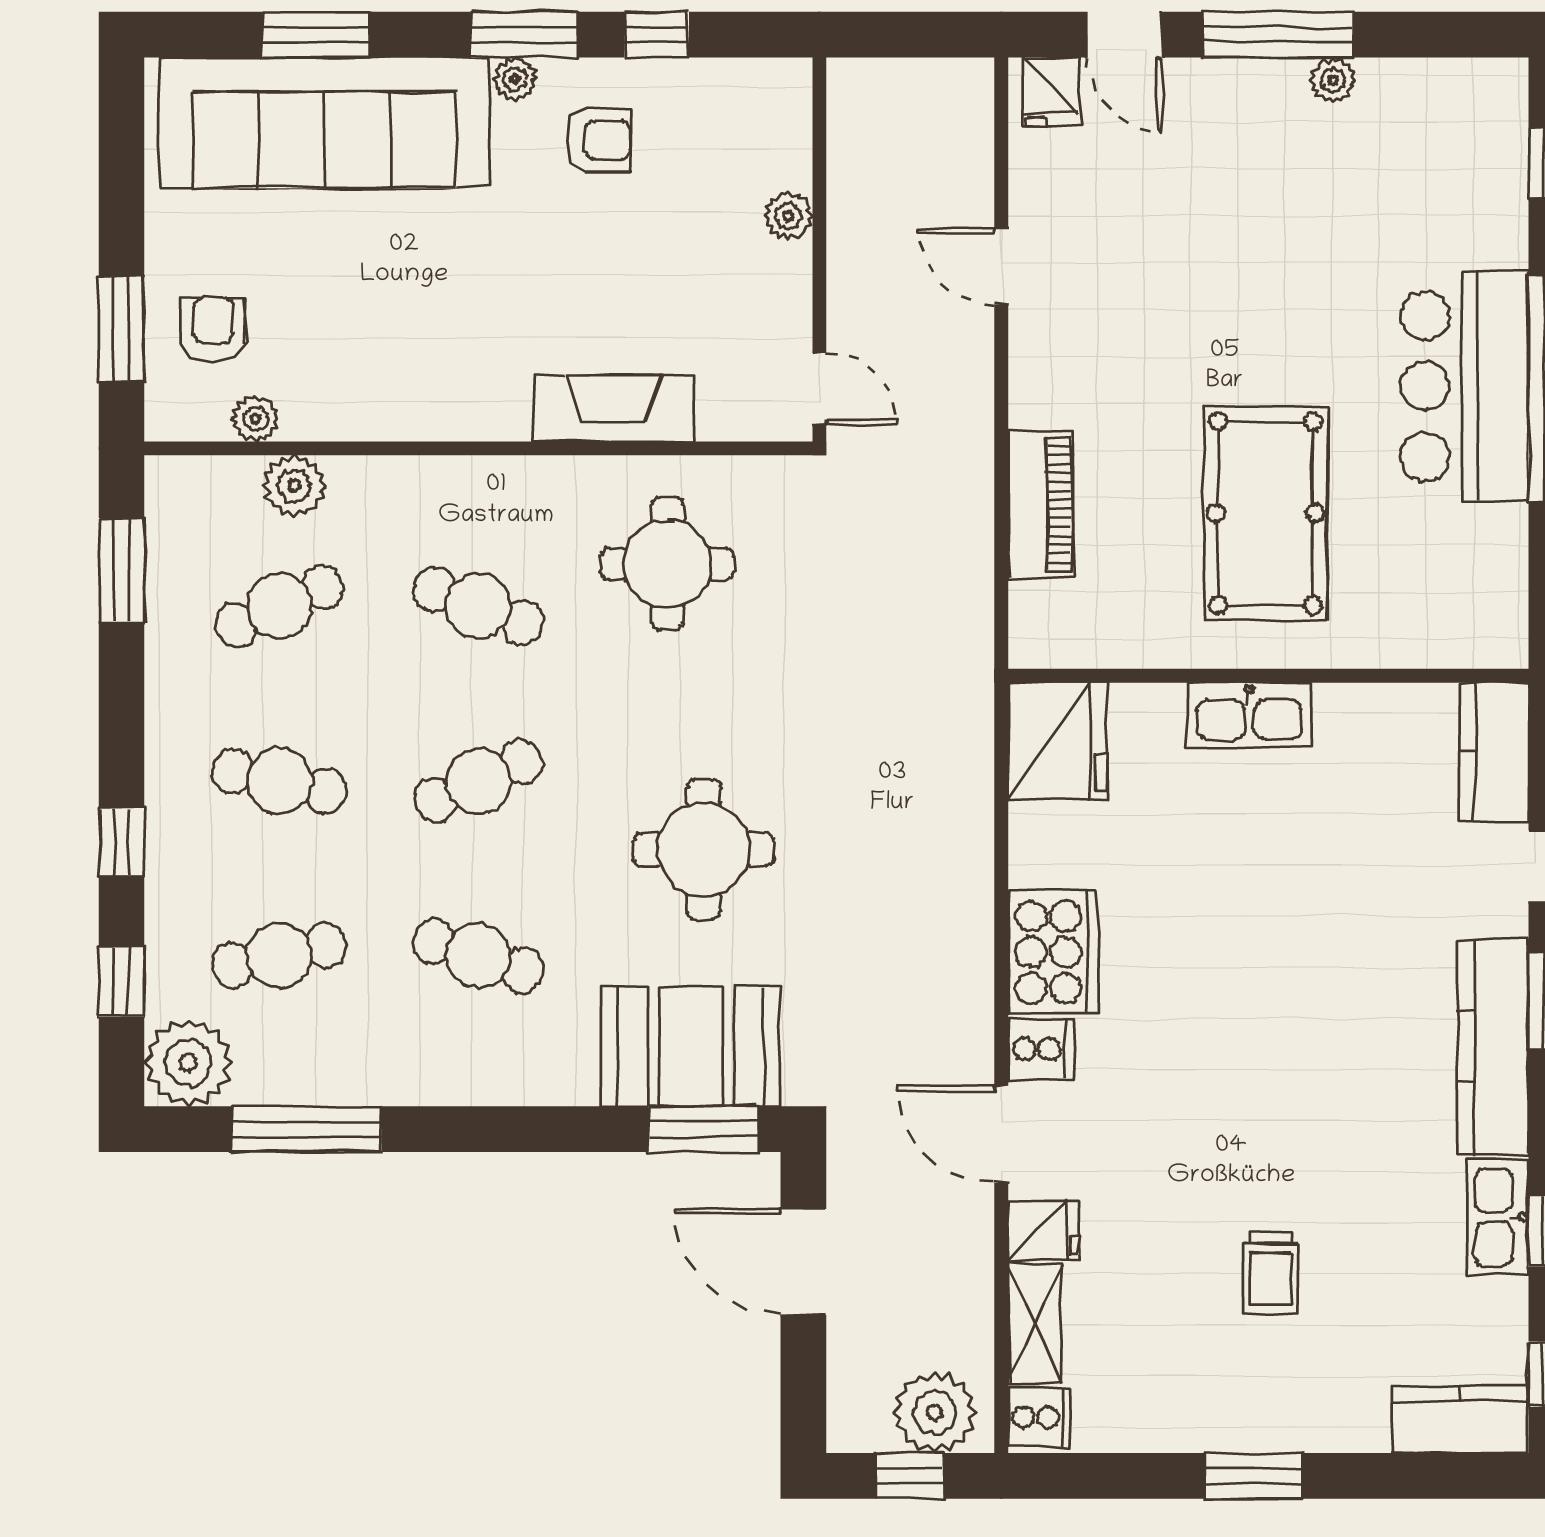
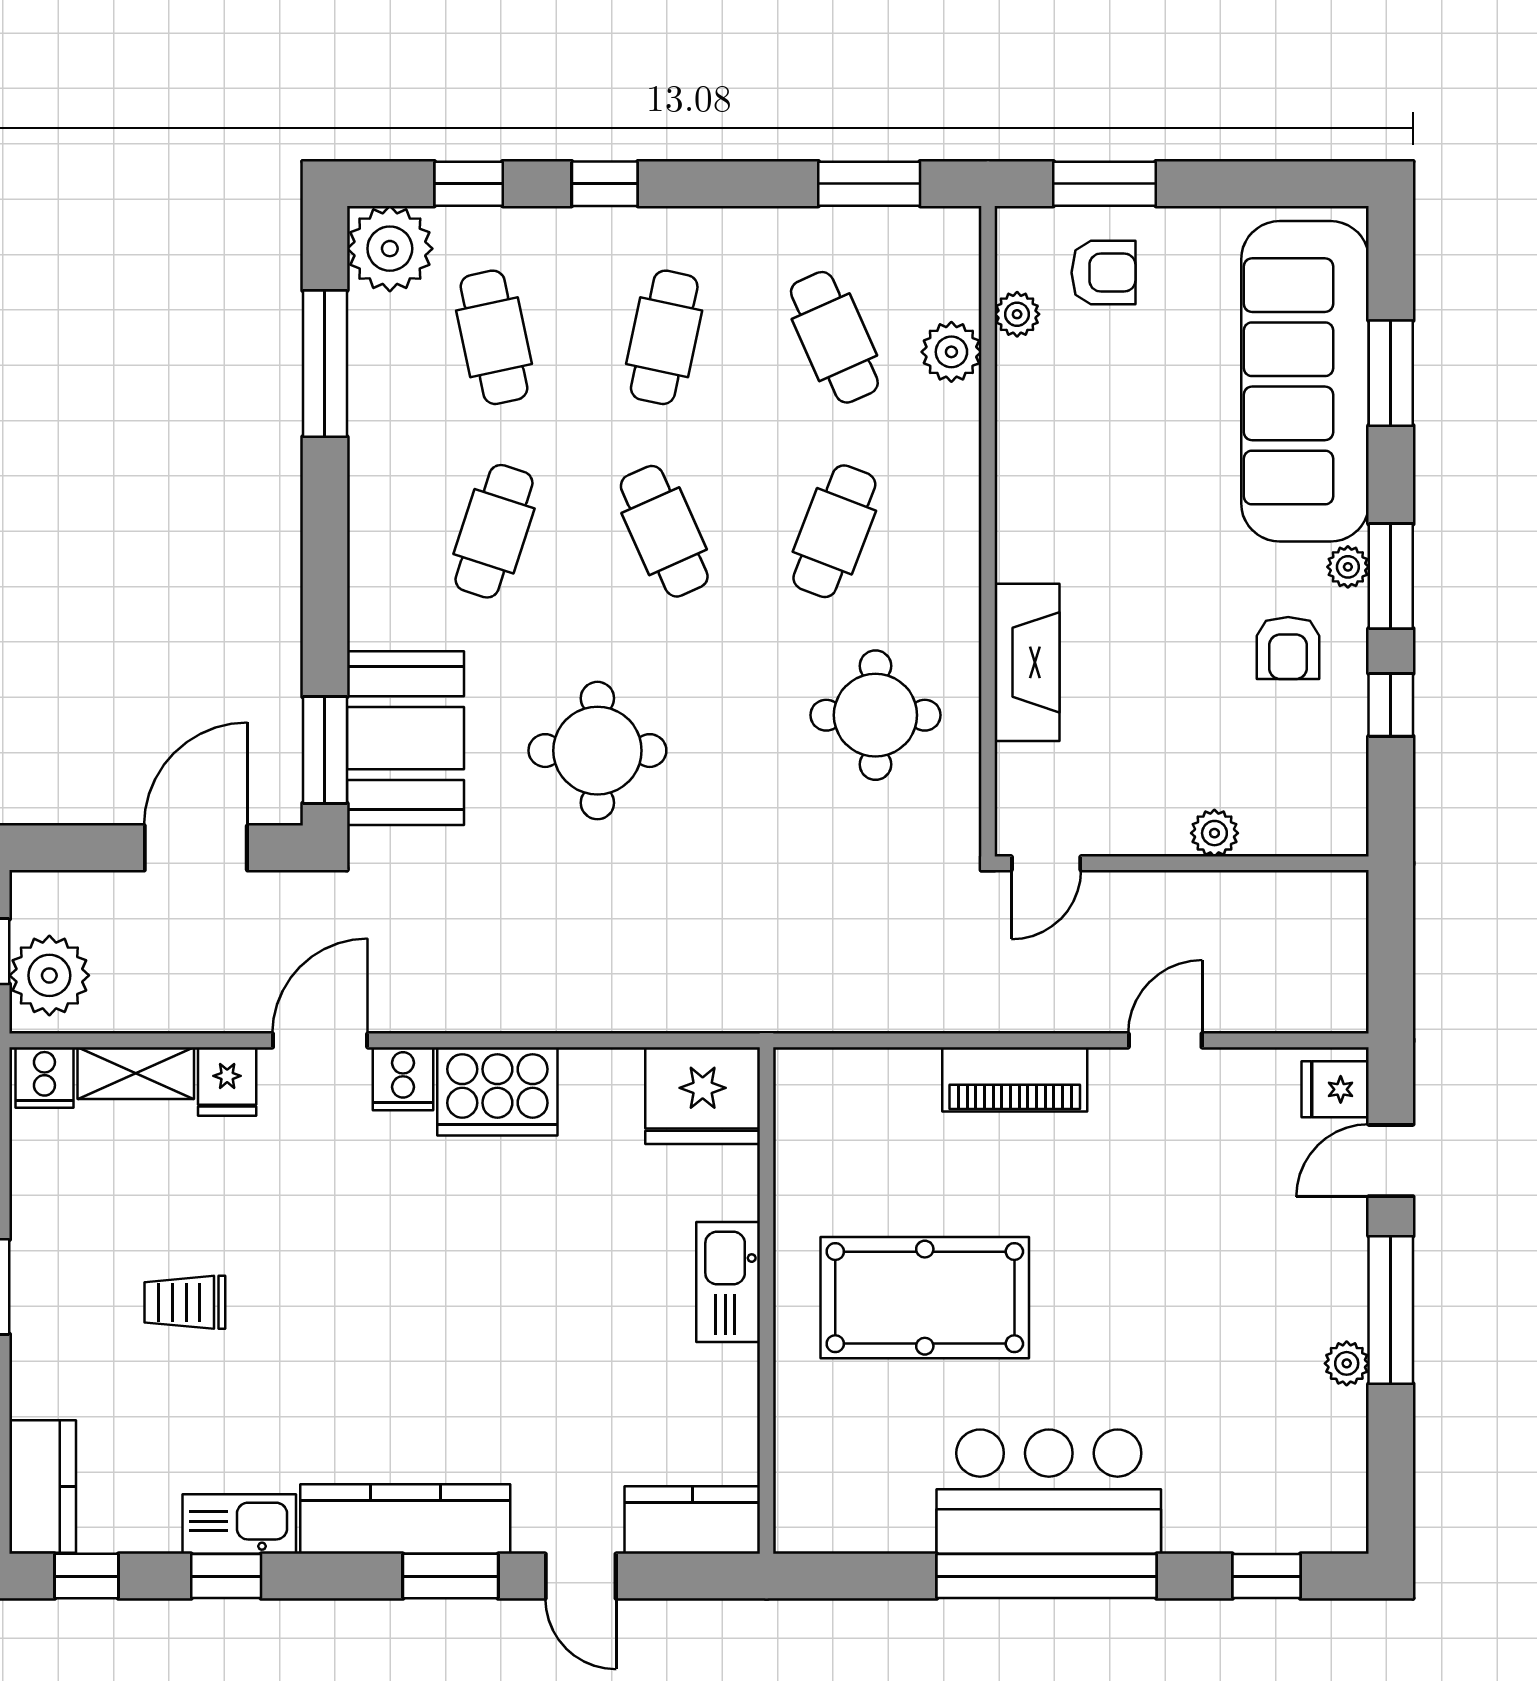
piano: (1041, 504) -> (1015, 1079), moved

